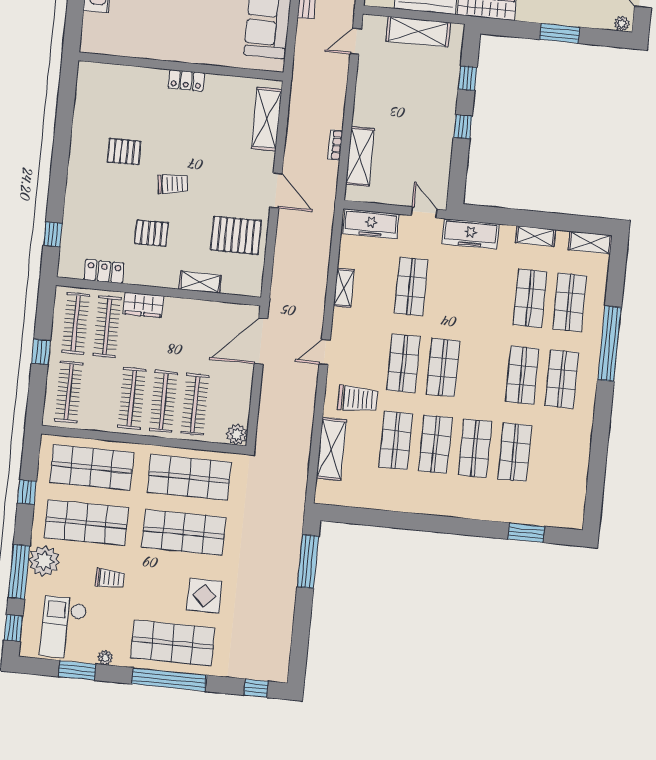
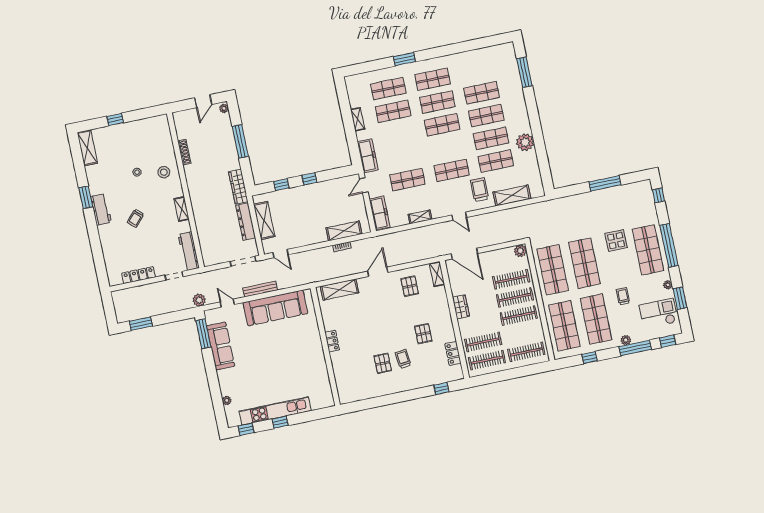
window: (560, 33) -> (240, 141), width x1.44
trolley: (173, 184) -> (403, 359), moved
pallet: (236, 235) -> (410, 286), width x0.67, depth x0.71
shelving: (590, 243) -> (351, 88), removed
shelving: (200, 282) -> (437, 274), moved
wardrobe: (143, 305) -> (461, 307), moved
window: (609, 344) -> (404, 59), width x0.47
window: (41, 352) -> (509, 374), removed
shop shelf: (443, 367) -> (442, 125), moved
plant: (412, 498) -> (525, 142), added
window: (526, 533) -> (524, 72), width x1.44
plant: (44, 561) -> (626, 340), width x0.53, depth x0.53
window: (308, 561) -> (605, 183), moved
checkout: (63, 627) -> (659, 313), turned 180

